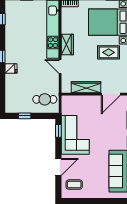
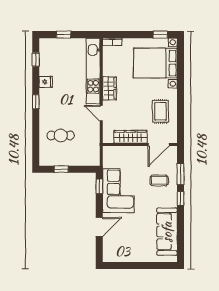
rug: (109, 52) -> (160, 111), moved, turned 90
fridge: (11, 69) -> (46, 82), moved
cafe table: (45, 99) -> (61, 135), moved
coffee table: (74, 185) -> (159, 180), moved

